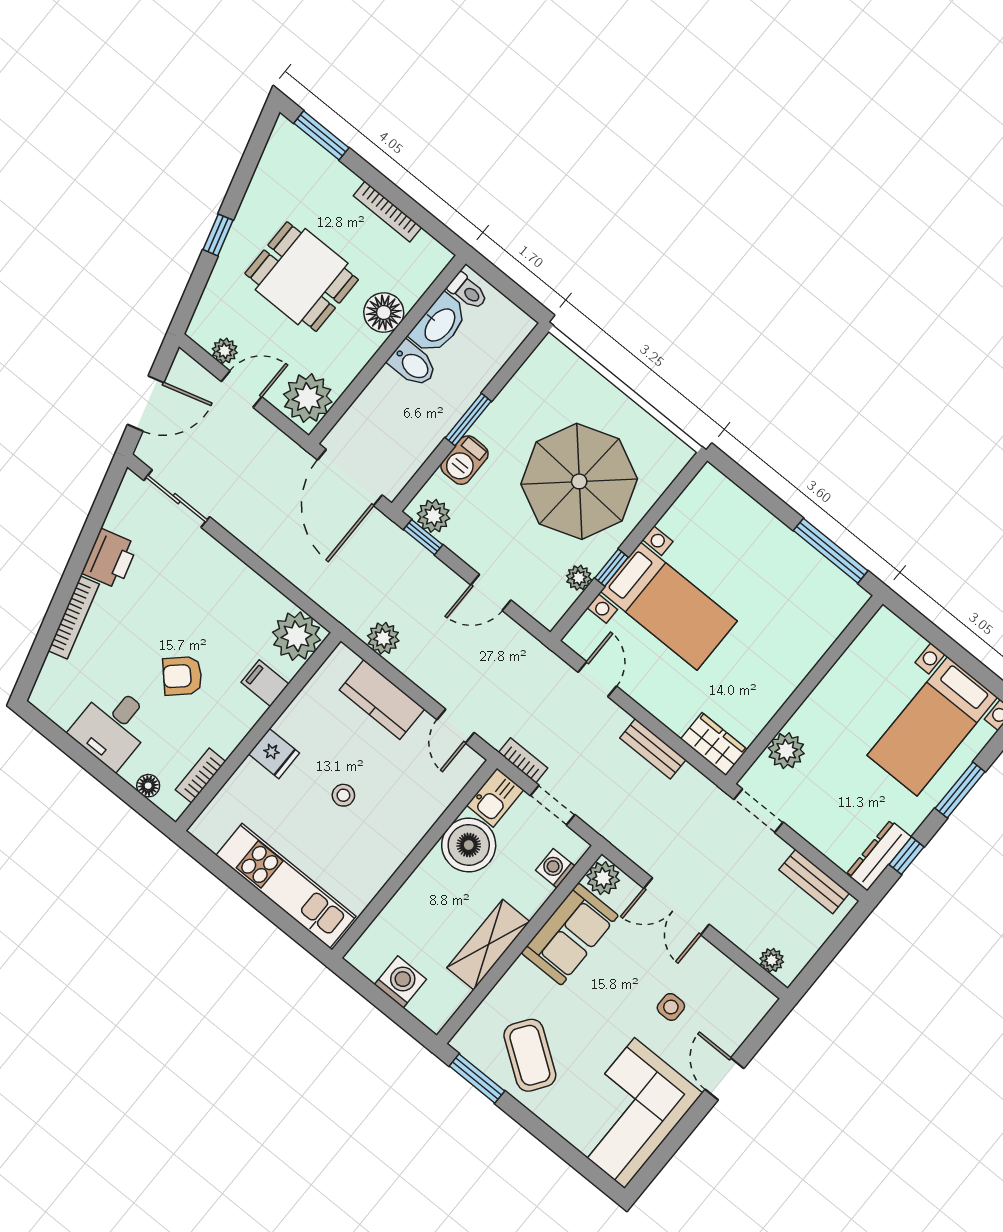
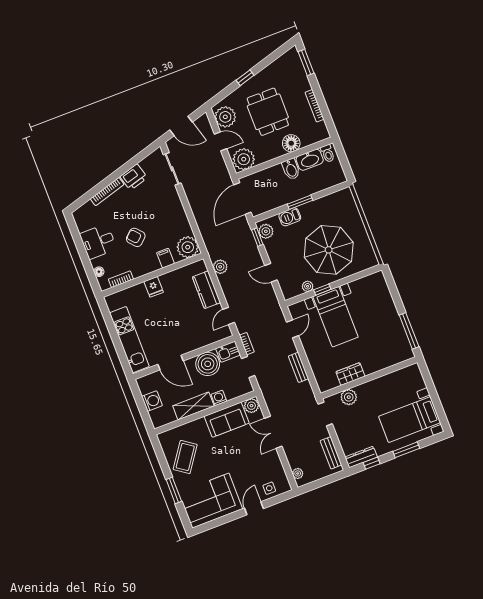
plant: (225, 351) -> (225, 117), width x1.88, depth x1.88
wardrobe: (714, 744) -> (350, 374), moved, turned -90
stool: (343, 795) -> (171, 318), removed
washing machine: (555, 868) -> (219, 398), moved
door: (394, 884) -> (171, 363), added
side table: (671, 1007) -> (269, 488), moved
window: (477, 1079) -> (174, 490), moved

